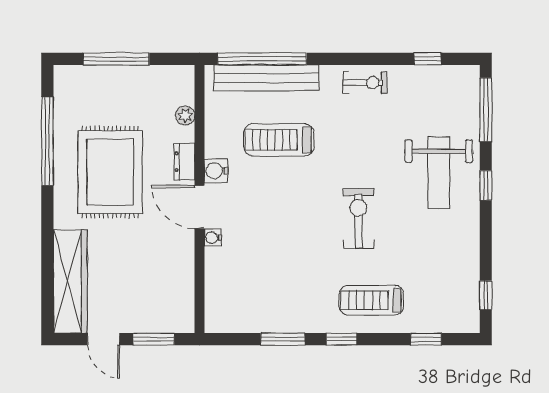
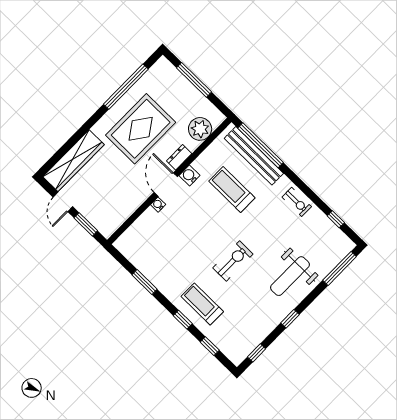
plant: (185, 115) -> (200, 129), width x1.88, depth x1.88
window: (486, 185) -> (290, 319), moved
window: (342, 339) -> (183, 320), moved

